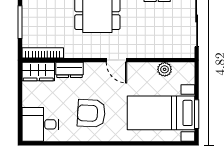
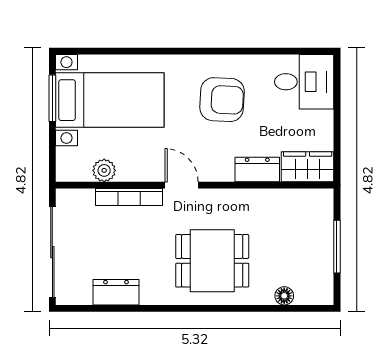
bookcase: (43, 53) -> (129, 197), moved

